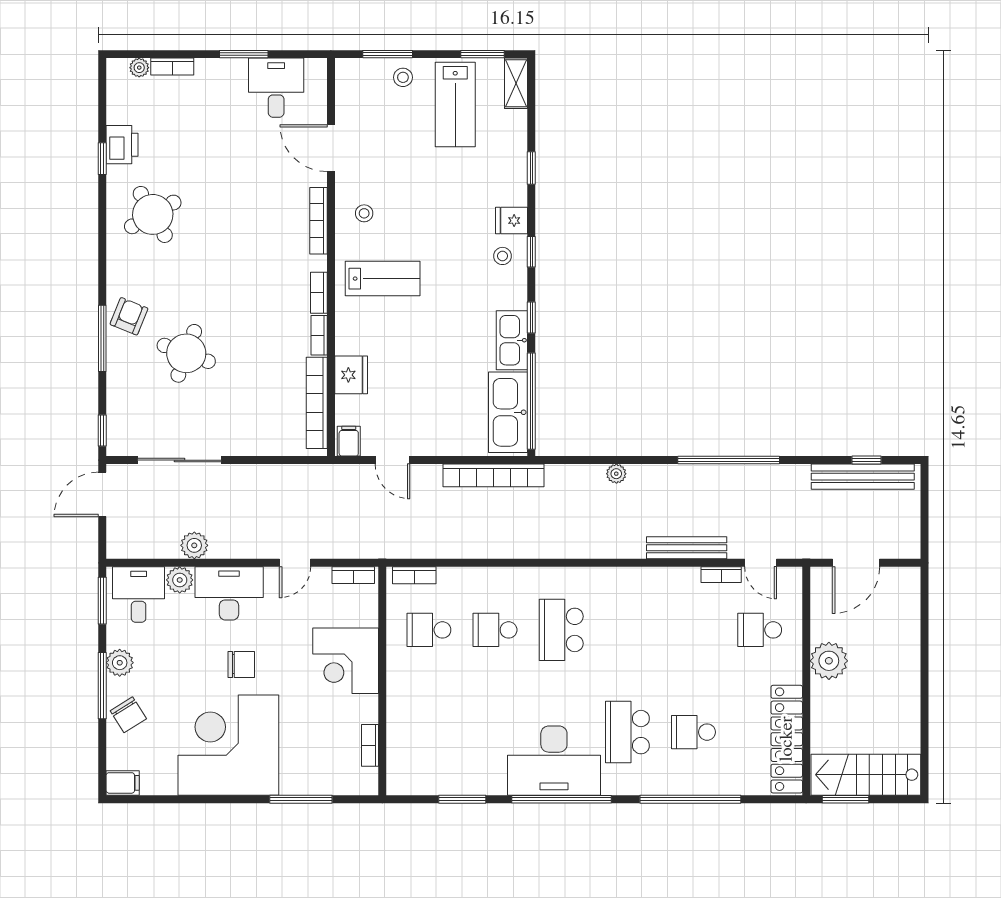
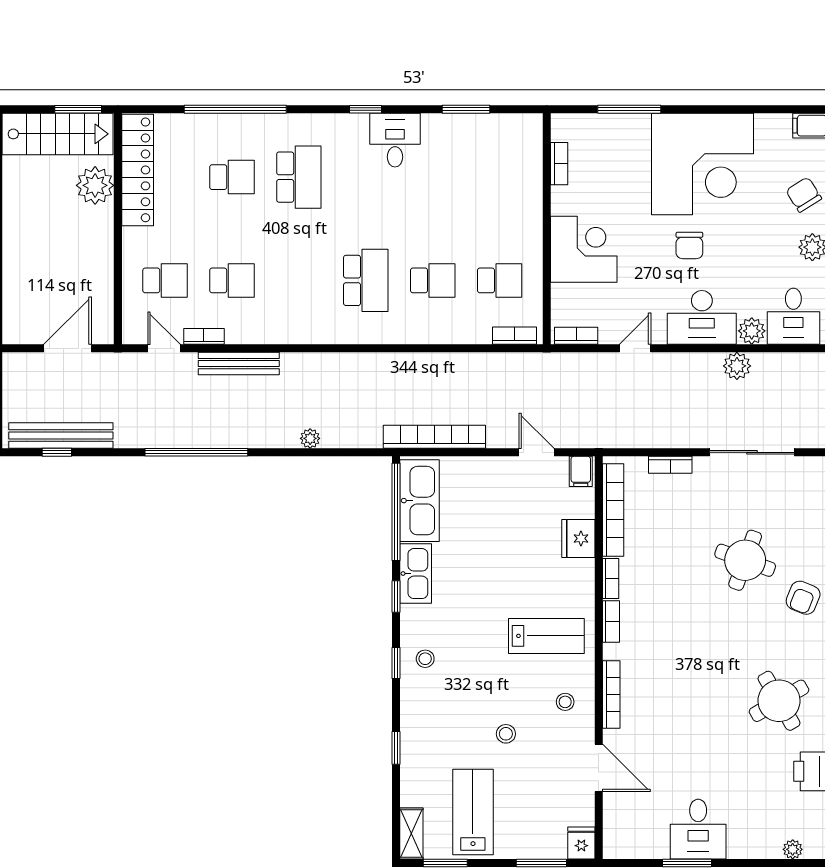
bookcase: (172, 66) -> (670, 465), moved, turned 180
stool: (403, 77) -> (506, 734), moved
desk: (276, 88) -> (698, 829), moved
fridge: (512, 221) -> (581, 843), moved, turned -90
lab bench: (383, 279) -> (546, 636), turned 180
school desk: (693, 630) -> (232, 280), added
plant: (829, 661) -> (95, 185), moved
chair: (241, 664) -> (689, 245), turned -90
desk: (554, 761) -> (395, 140), width x0.53, depth x0.77
window: (561, 799) -> (366, 109), width x0.32

